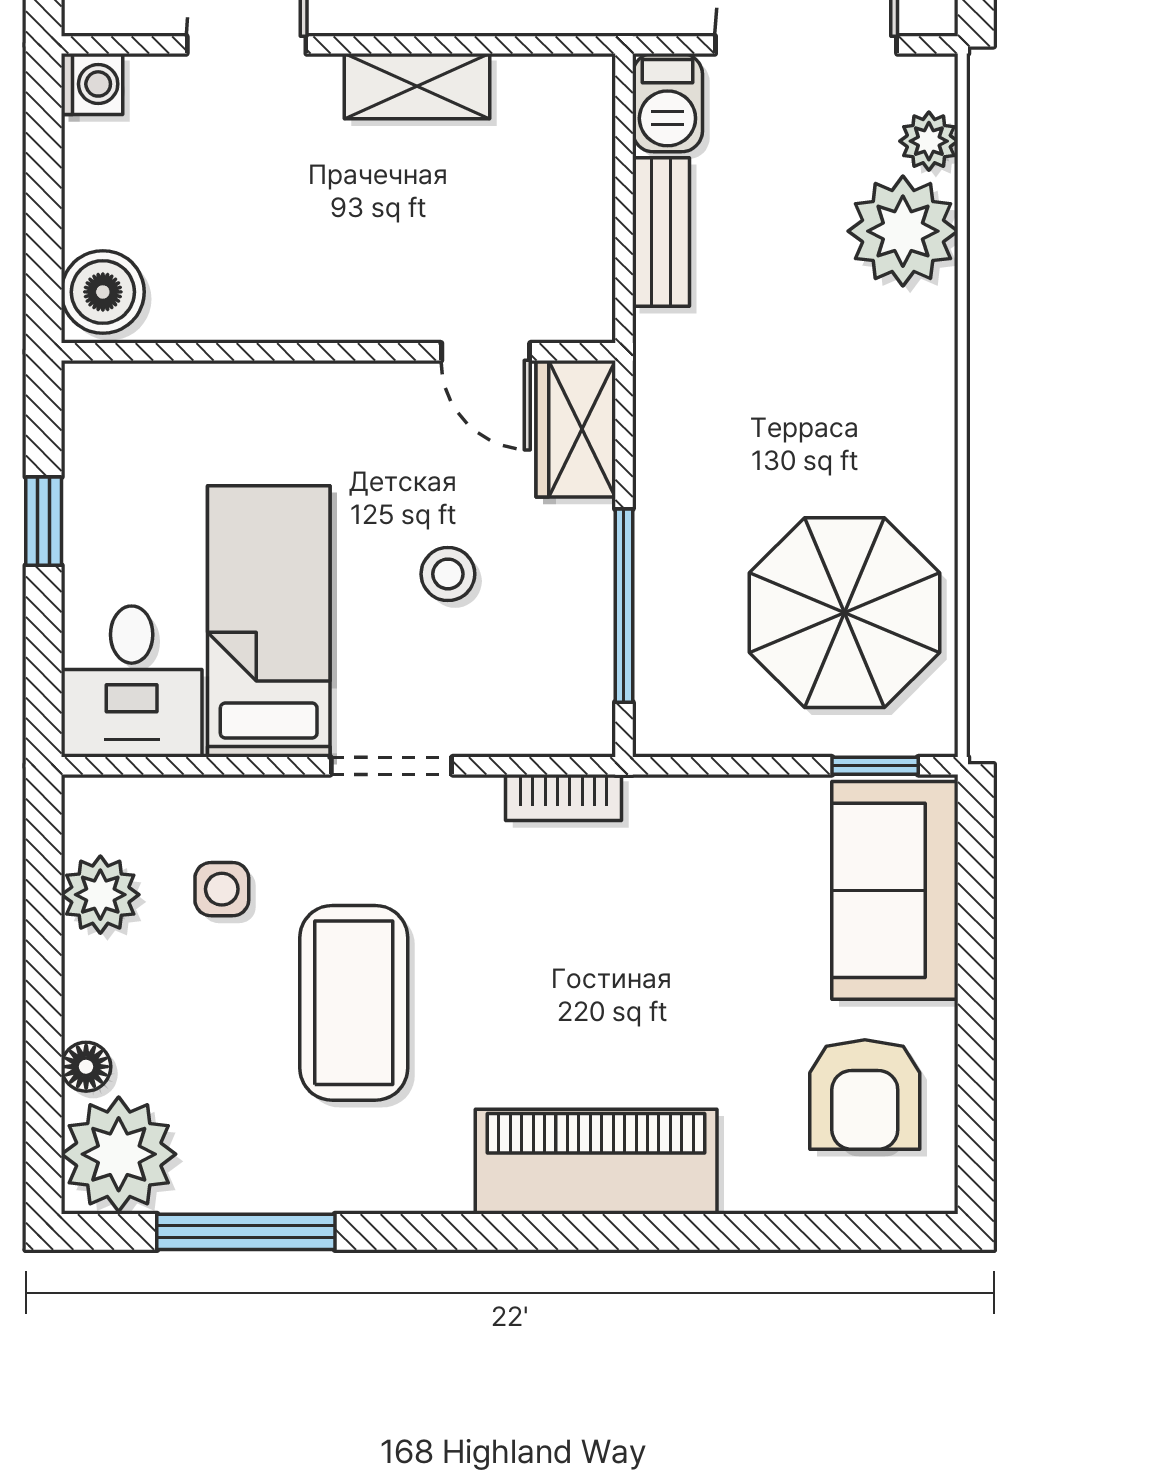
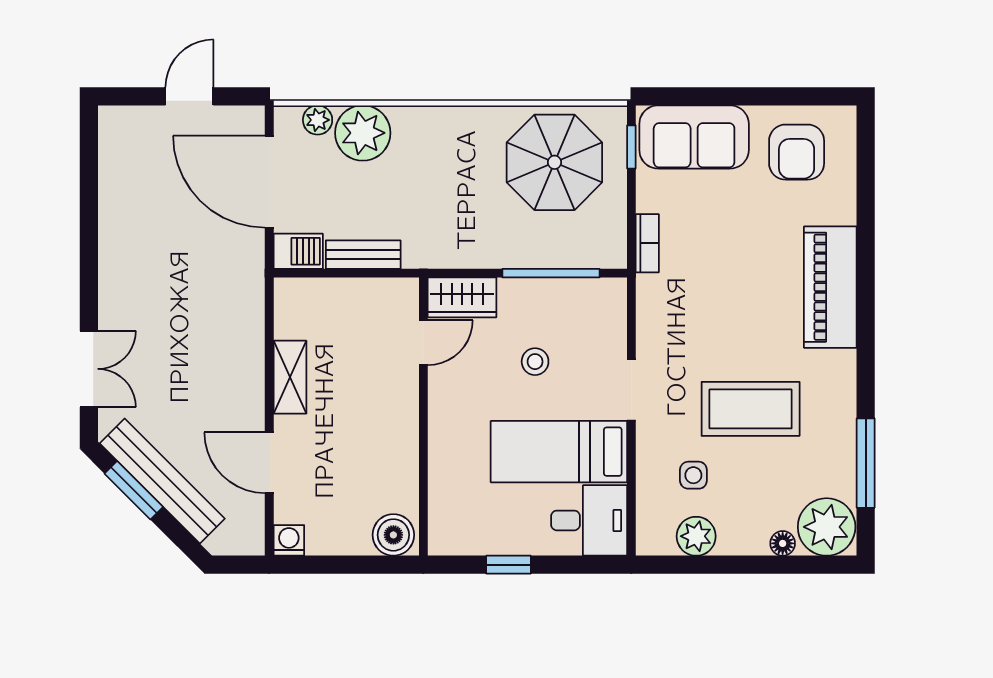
bookcase: (564, 797) -> (647, 243), moved
armchair: (865, 1094) -> (797, 152), turned 90

